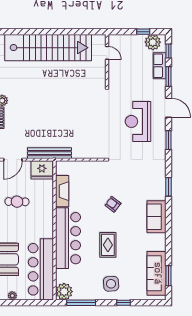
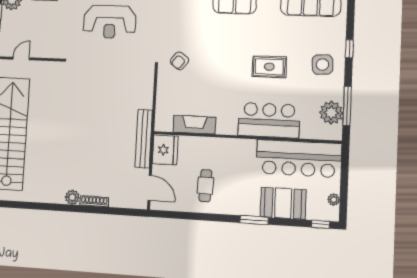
armchair: (113, 204) -> (180, 61), moved
bar counter: (68, 238) -> (269, 120), width x0.73
plant: (64, 292) -> (331, 113), moved

